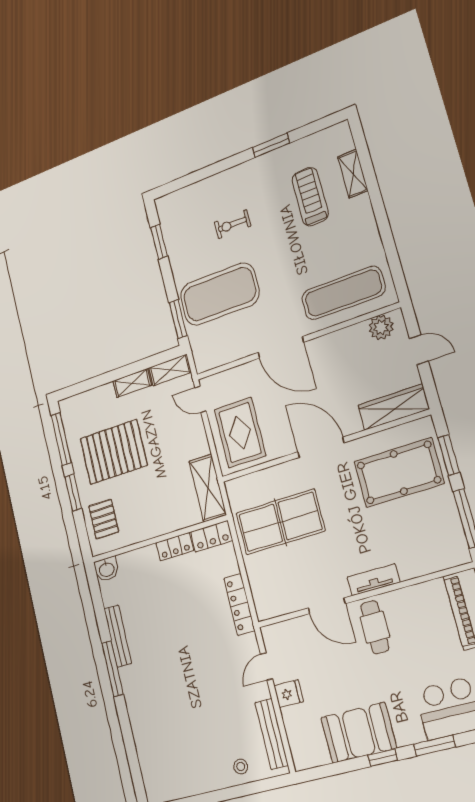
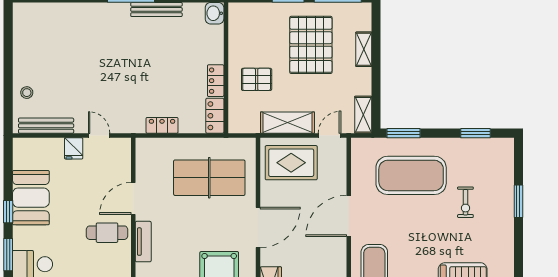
window: (271, 145) -> (518, 201), moved
exercise bike: (233, 224) -> (465, 202), turned 180
exercise mat: (220, 294) -> (411, 175), turned 90
shelving: (132, 383) -> (364, 49), moved
shelving: (208, 488) -> (287, 123), moved
pallet: (104, 519) -> (257, 79), moved
table tennis table: (280, 522) -> (209, 178), turned 90
locker: (239, 604) -> (162, 125), width x0.66

